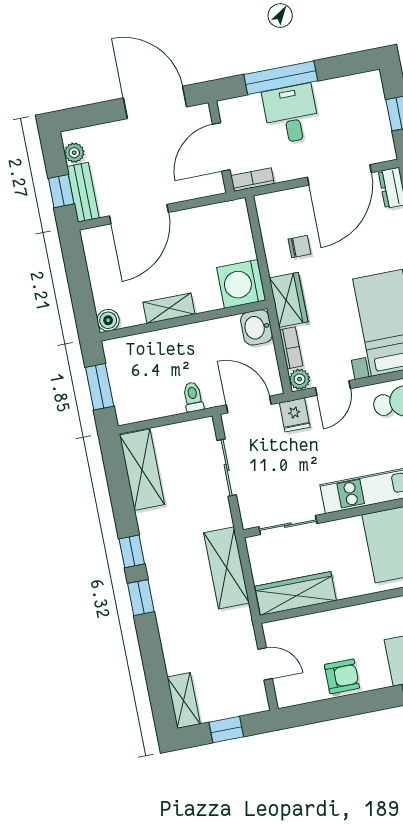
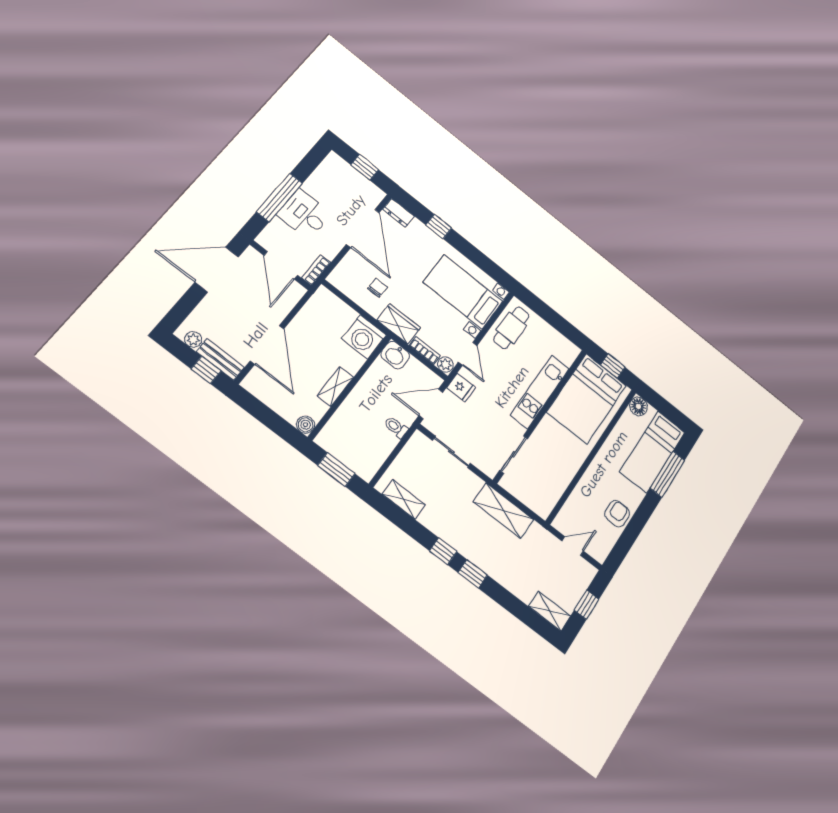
shelving: (142, 470) -> (404, 499), width x0.67, depth x0.75
wardrobe: (296, 593) -> (552, 490), removed

